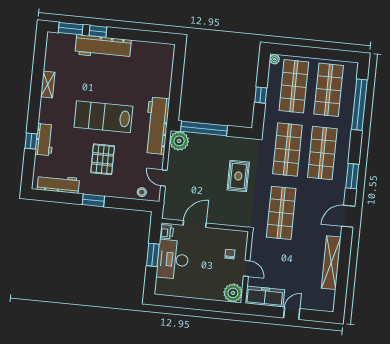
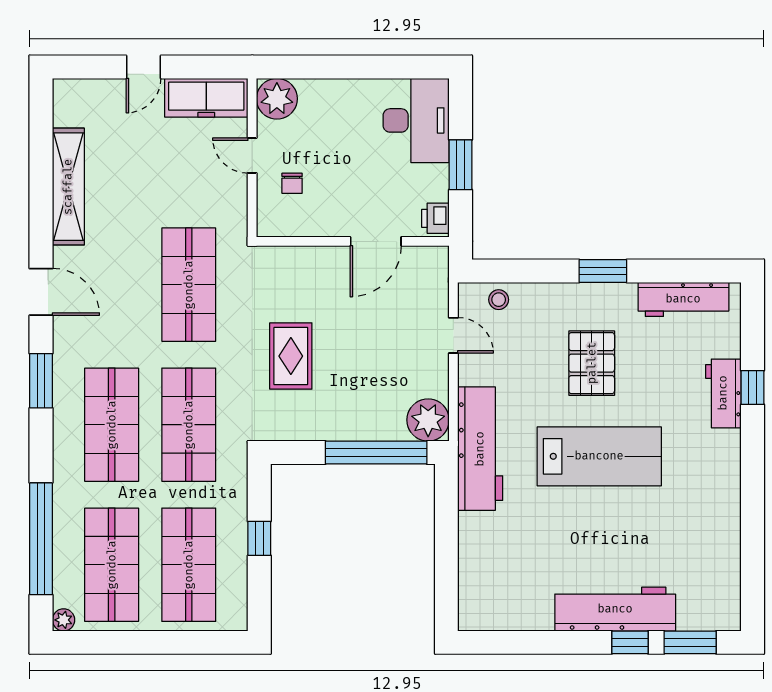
plant: (275, 59) -> (64, 620), moved
shelving: (48, 85) -> (728, 515), removed
door: (348, 216) -> (41, 292), hinge flipped
desk: (173, 259) -> (416, 120), moved

